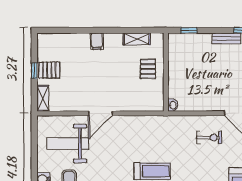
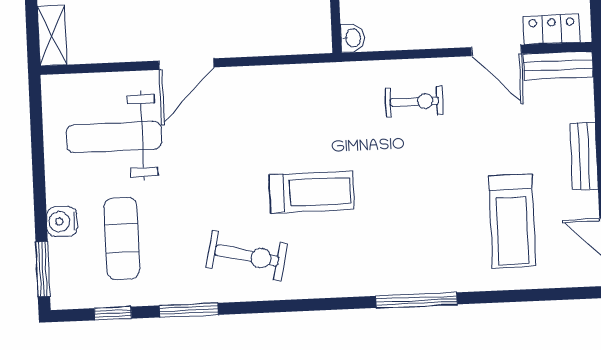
exercise bike: (209, 138) -> (414, 101), moved

